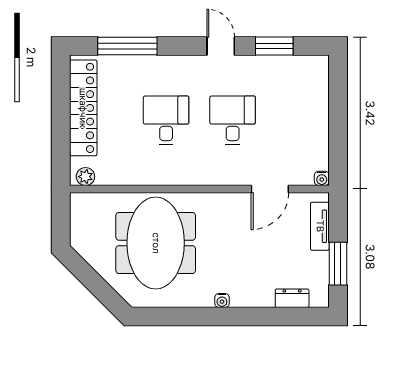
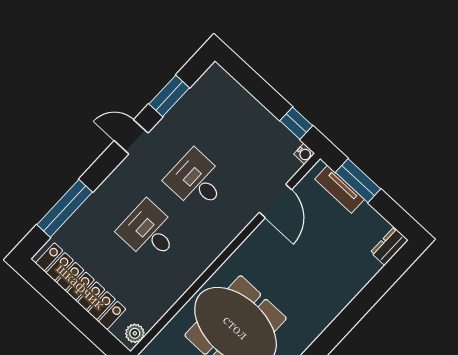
window: (338, 153) -> (296, 123), added
window: (338, 264) -> (358, 181), moved
dresser: (292, 298) -> (389, 246), moved
water cooler: (222, 301) -> (327, 317), removed

